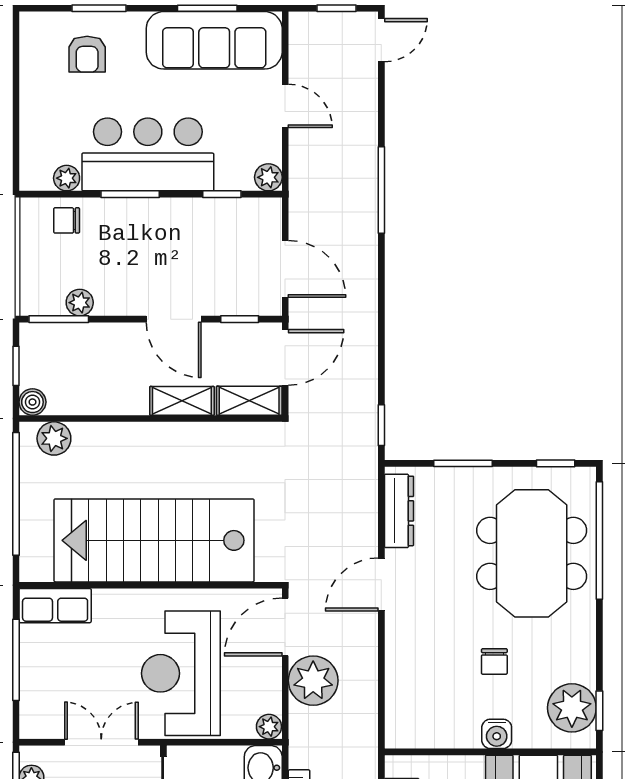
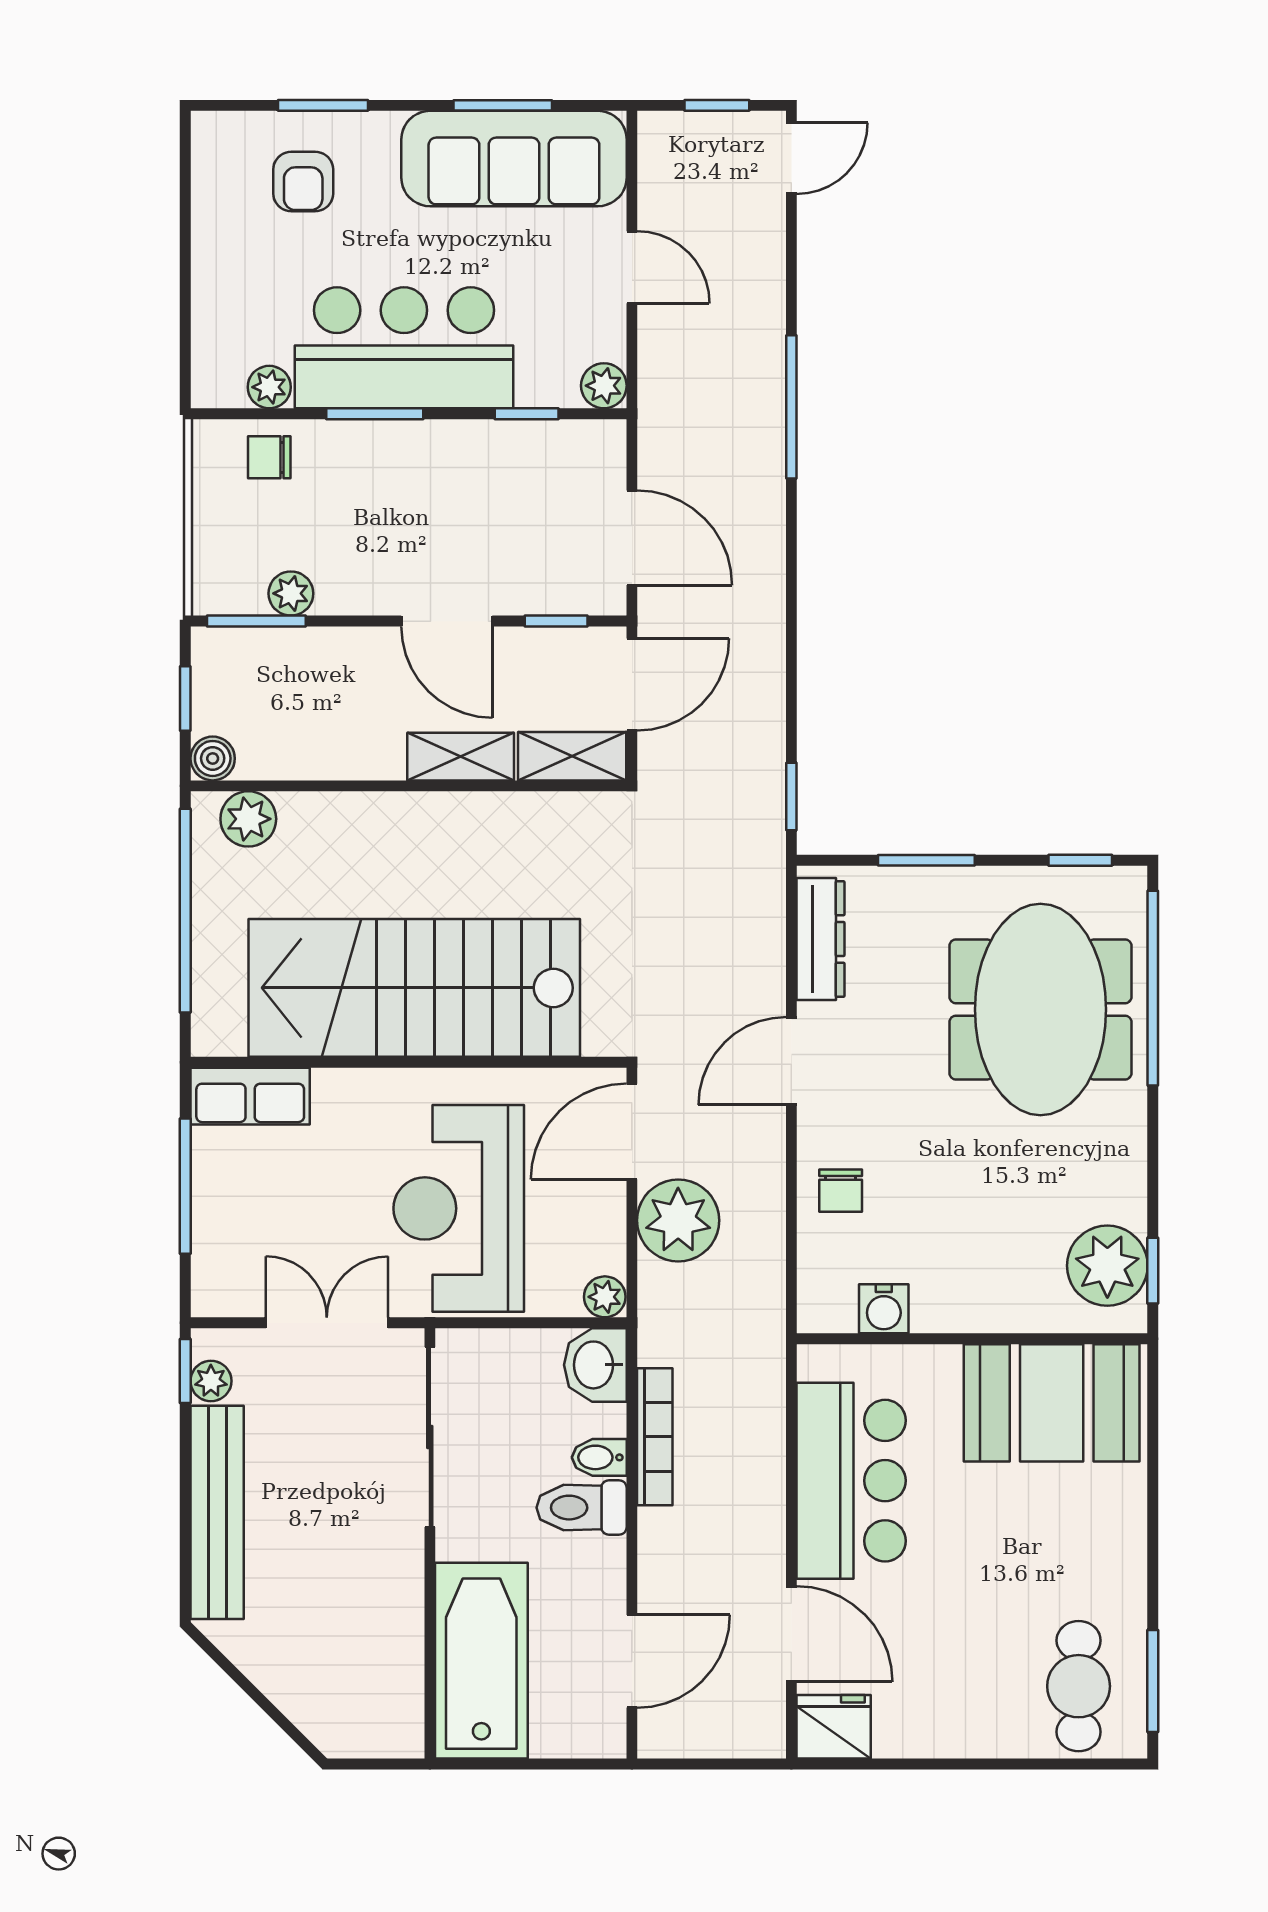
chair: (494, 661) -> (841, 1191), moved
water cooler: (497, 734) -> (884, 1309), moved

